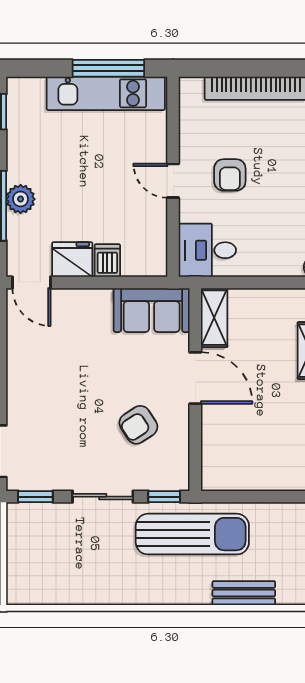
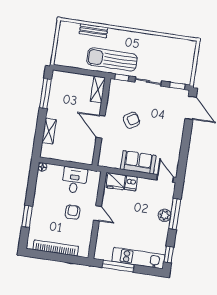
kitchen unit: (106, 93) -> (138, 258), moved
desk: (207, 250) -> (74, 180), moved, turned -90
fridge: (72, 260) -> (116, 181), moved
sofa: (152, 310) -> (138, 162), moved
shelving: (214, 318) -> (98, 89), moved
armchair: (138, 425) -> (131, 120), moved

